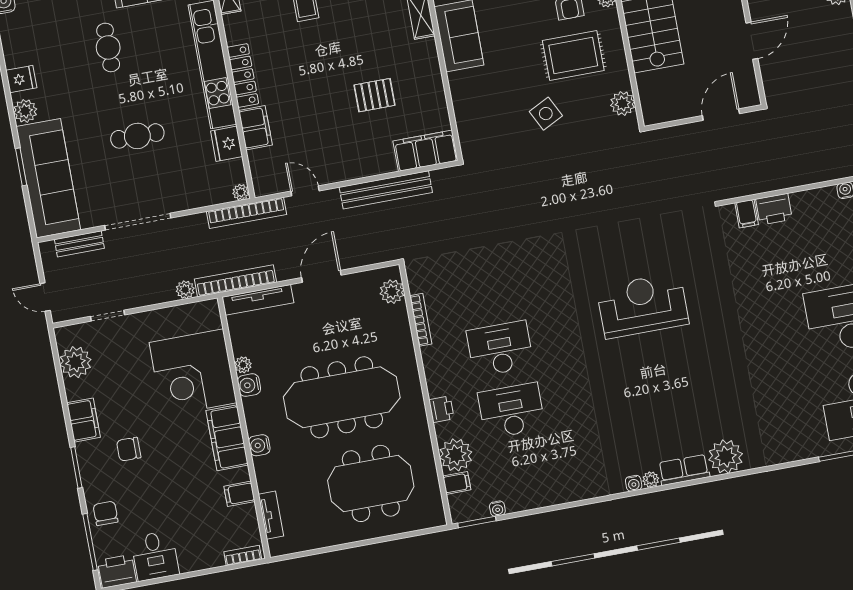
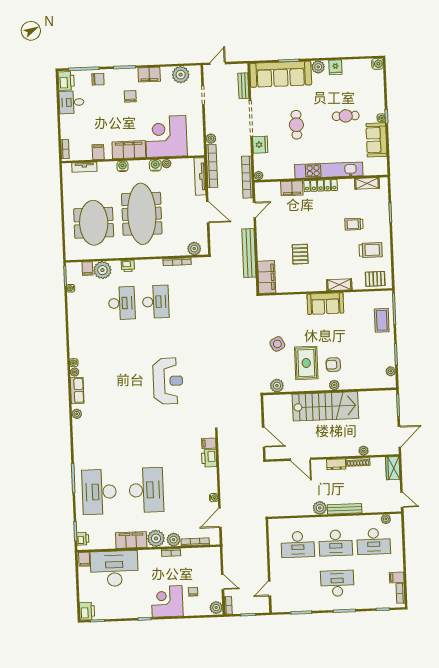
fridge: (227, 144) -> (260, 145), moved, turned 90
plant: (726, 457) -> (77, 414), width x0.53, depth x0.53

